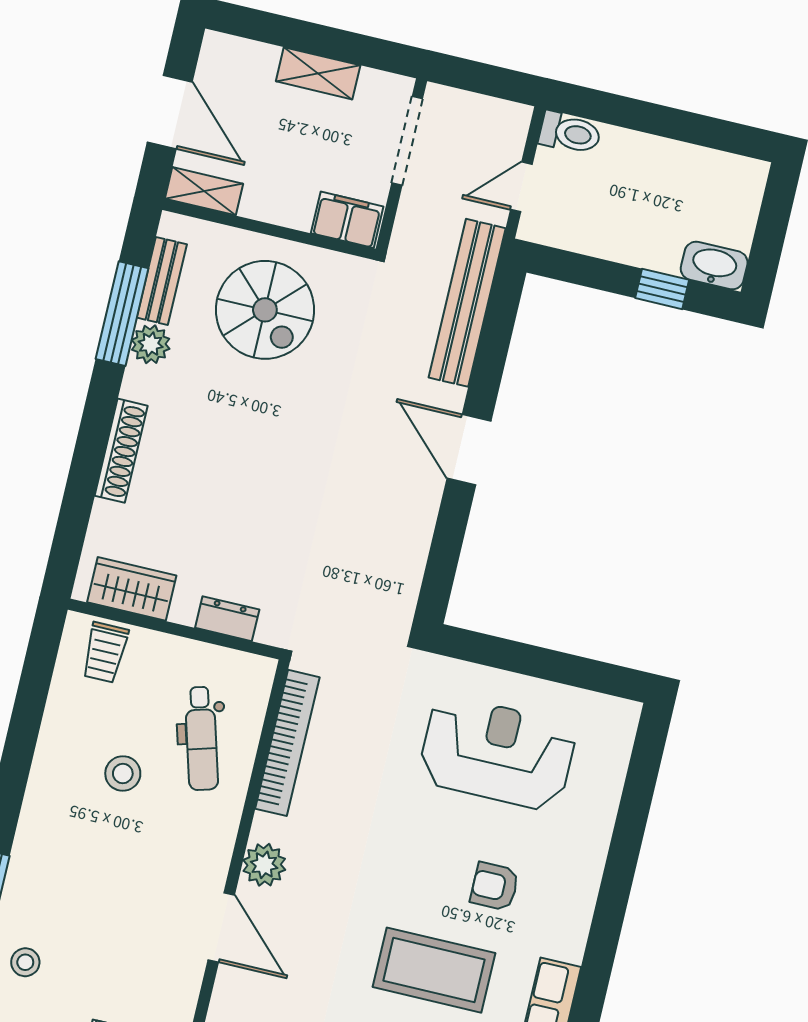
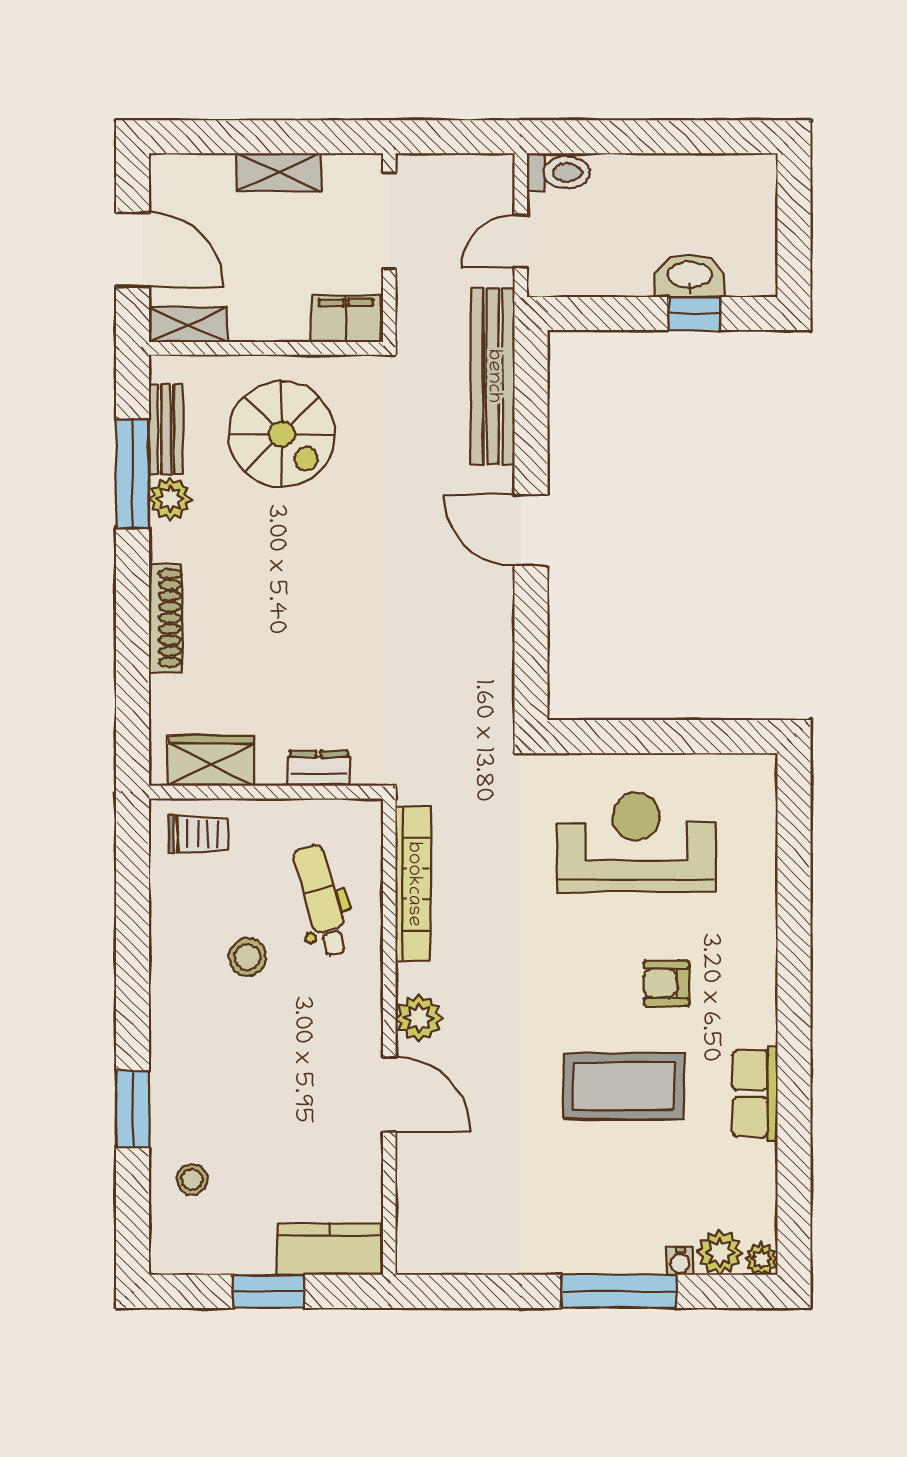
washbasin: (714, 266) -> (690, 276), moved
trolley: (105, 652) -> (199, 834), turned -90
dental chair: (201, 738) -> (322, 900), turned 180

